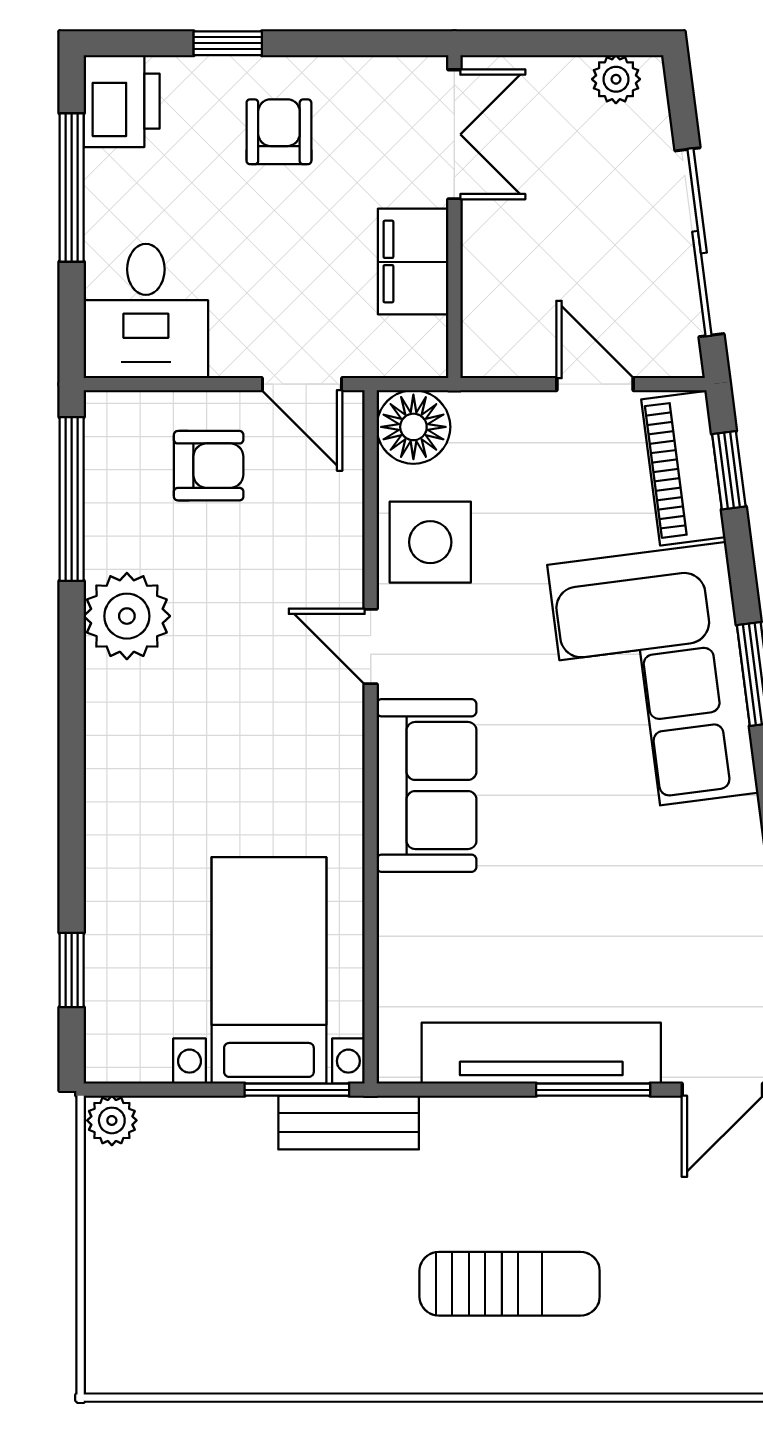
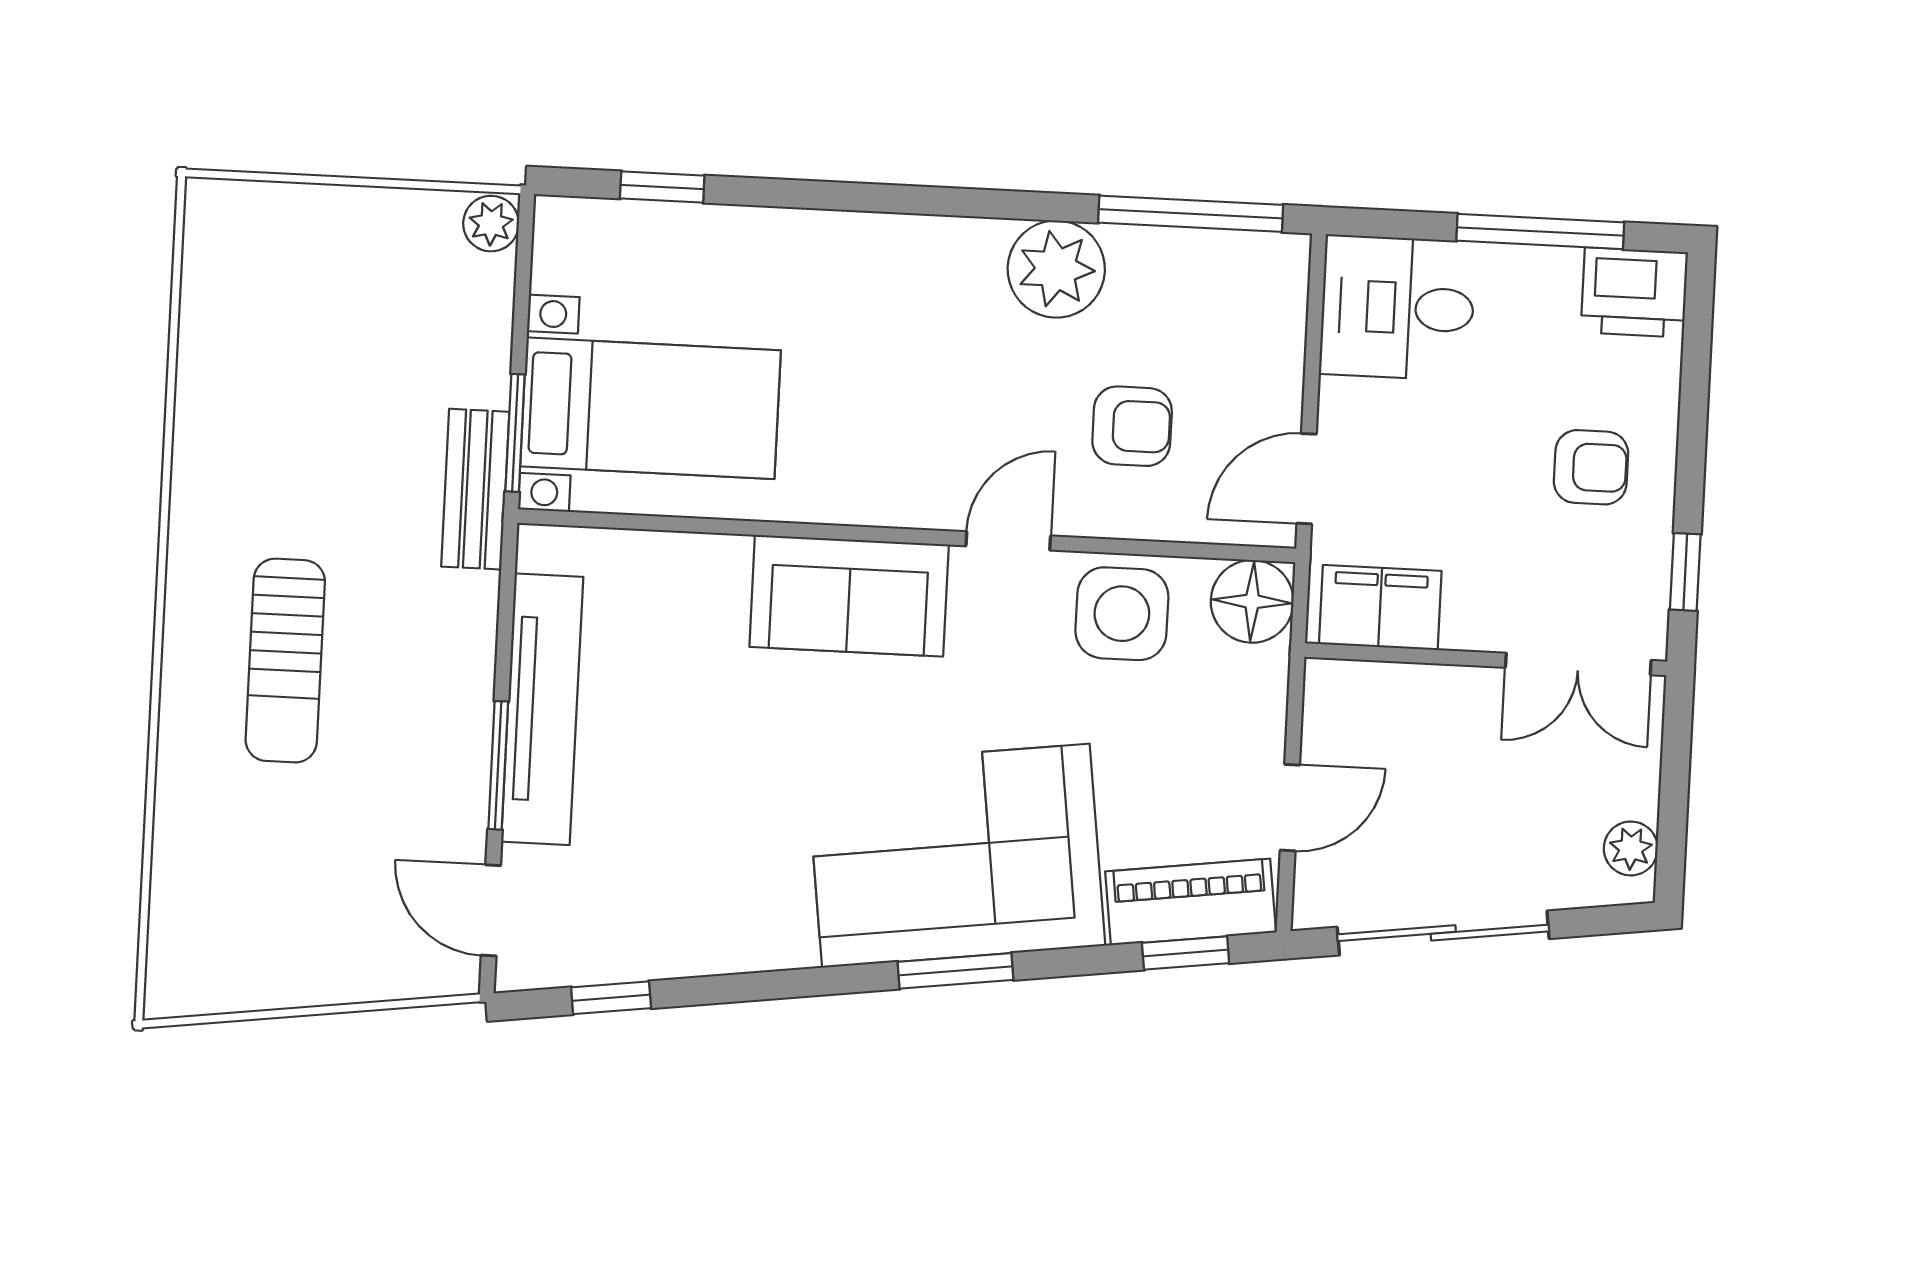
window: (228, 43) -> (1685, 572), moved
filing cabinet: (413, 262) -> (1380, 608), moved
armchair: (209, 466) -> (1132, 426), moved, turned -90

